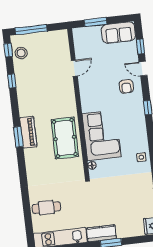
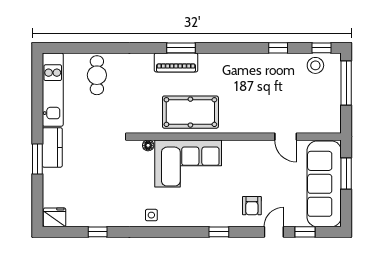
sofa: (118, 33) -> (324, 184), width x1.85, depth x1.27
armchair: (126, 86) -> (252, 206), turned -90
piano: (28, 132) -> (176, 62), moved
window: (18, 137) -> (181, 48), moved

